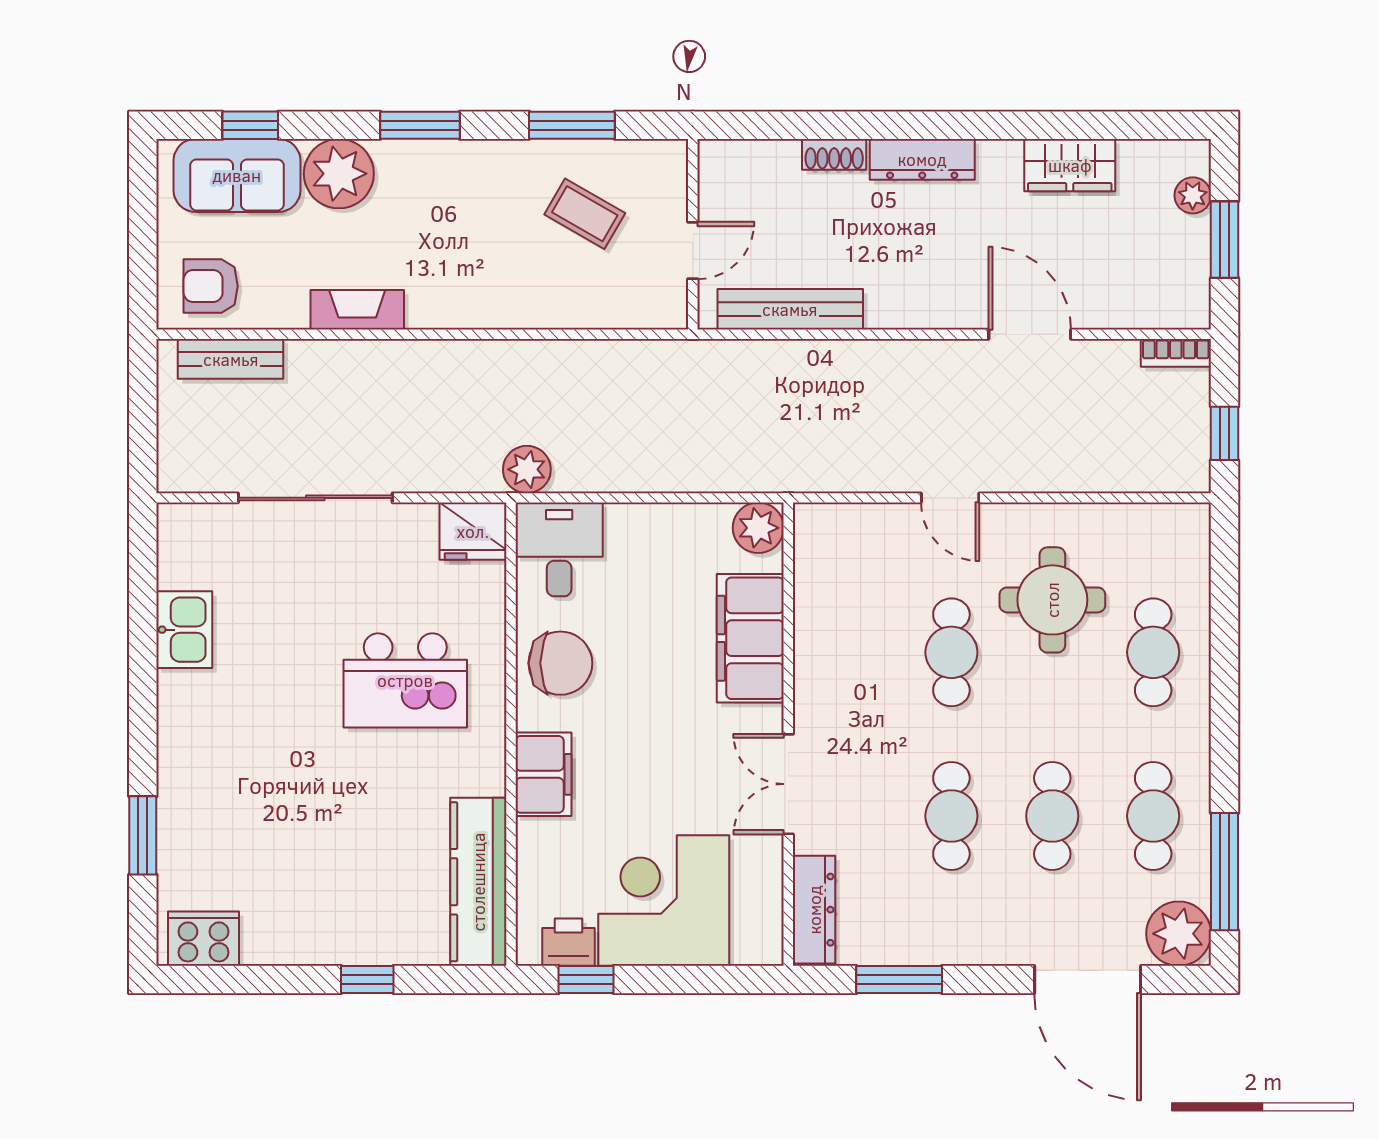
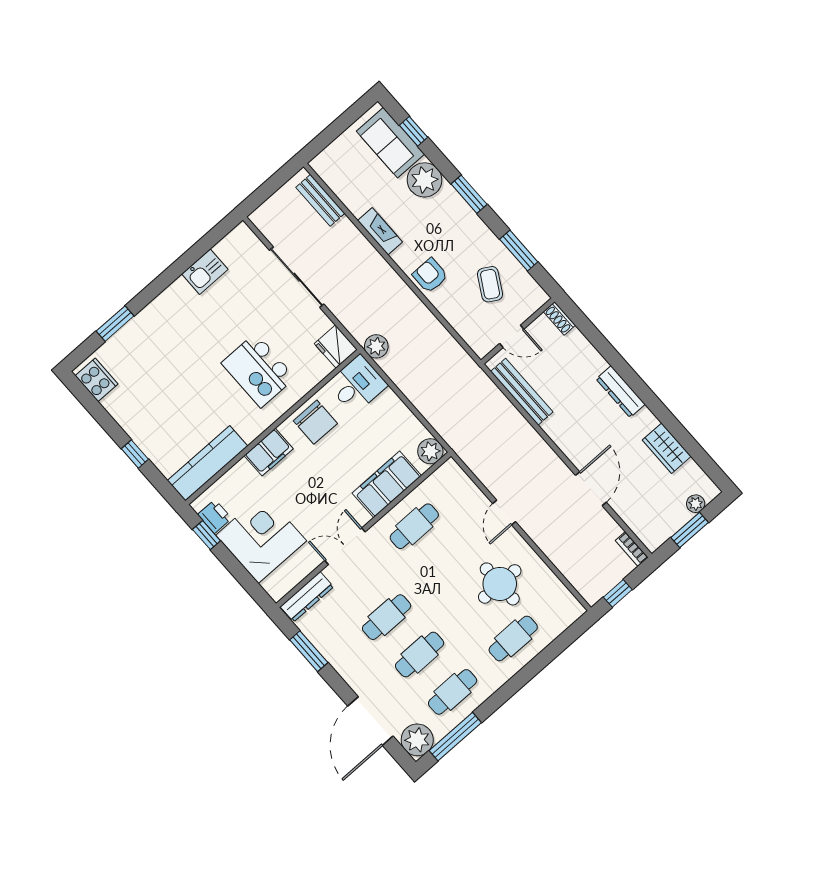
shoe rack: (834, 154) -> (559, 318), moved
armchair: (211, 286) -> (430, 275), moved
cafe table: (951, 652) -> (414, 526), moved

